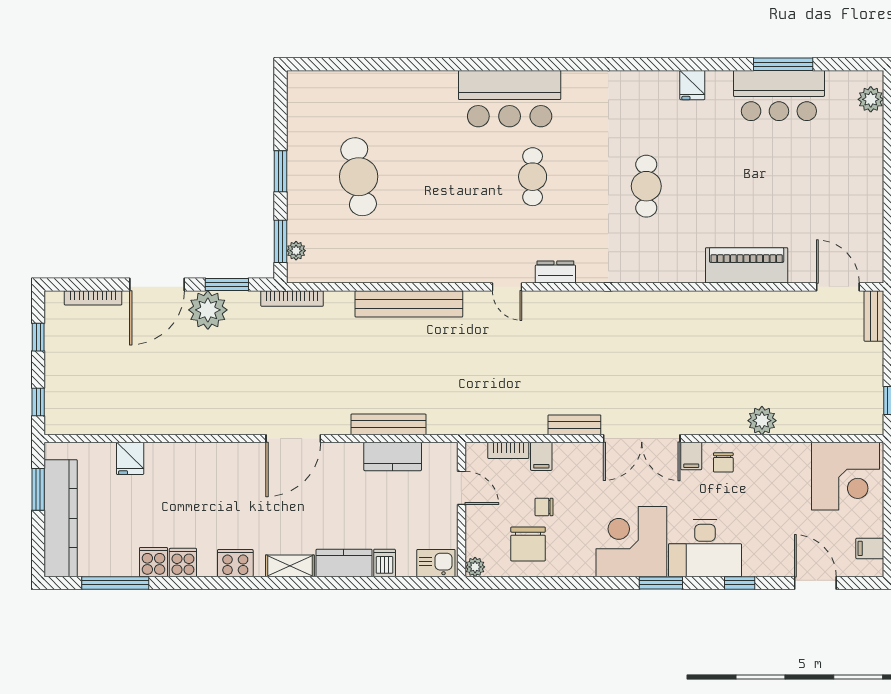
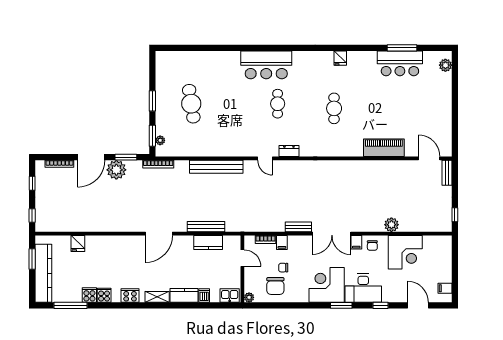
fridge: (692, 85) -> (340, 58), moved
corner desk: (845, 476) -> (405, 252), moved

